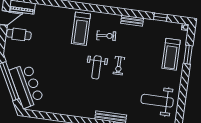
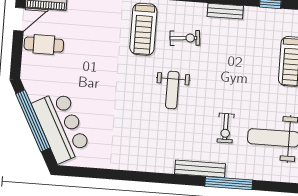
exercise bike: (119, 66) -> (226, 128), moved

